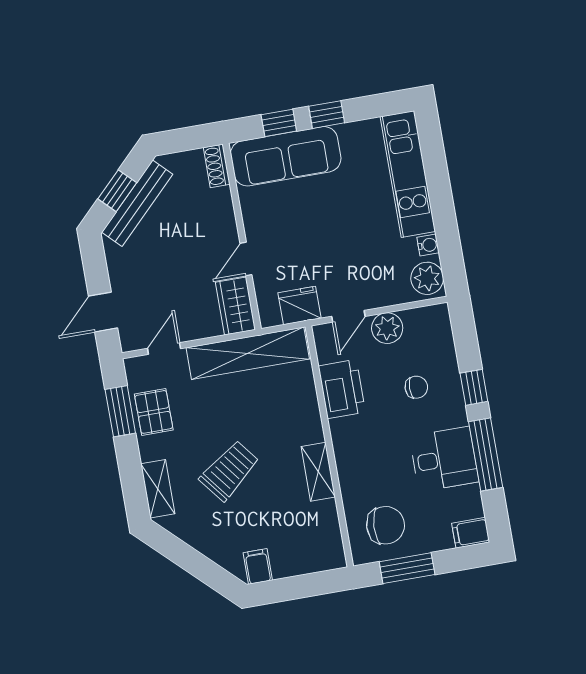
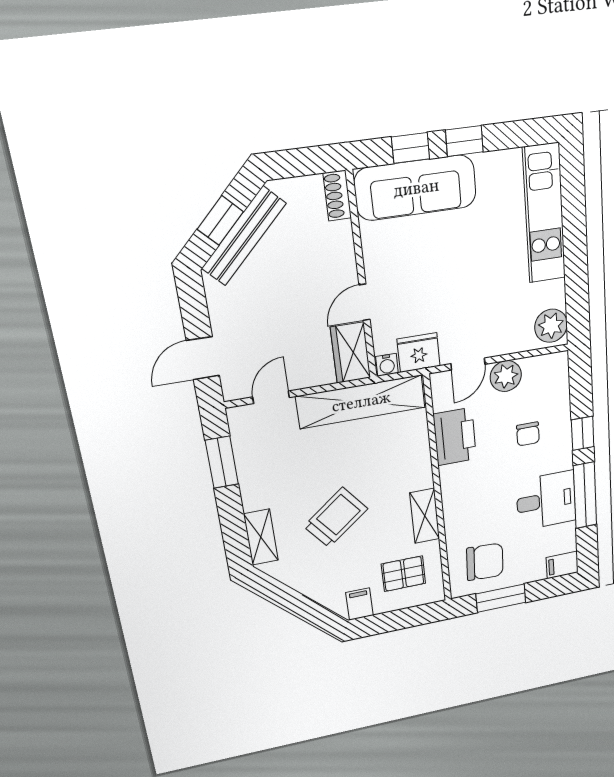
water cooler: (428, 245) -> (387, 365), moved, turned 90
chair: (416, 387) -> (528, 434), turned 90
pallet: (154, 412) -> (403, 574), moved, turned 90

